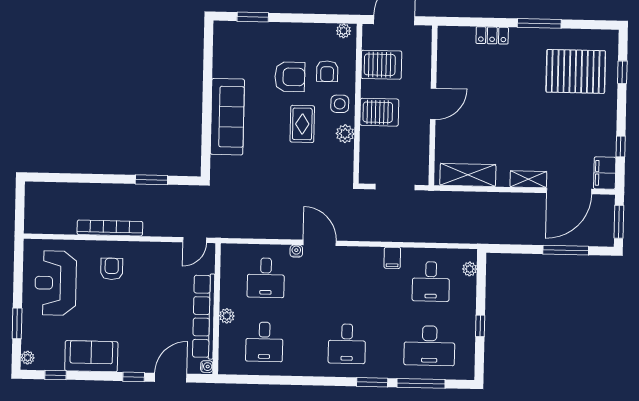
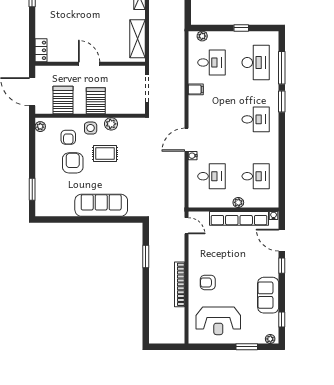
locker: (492, 35) -> (41, 50), moved
armchair: (327, 71) -> (68, 137), turned 90

